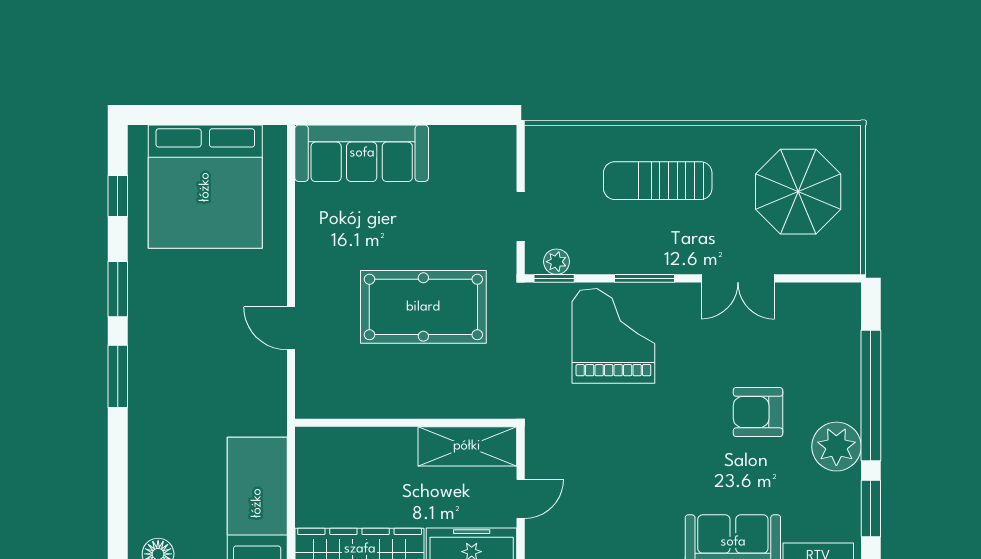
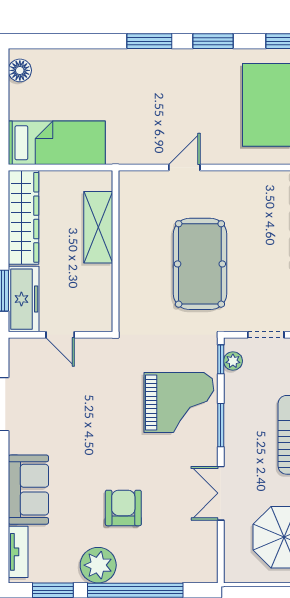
shelving: (467, 446) -> (98, 227), moved

